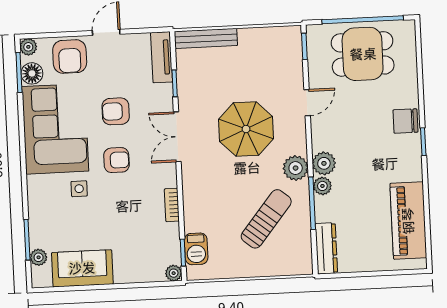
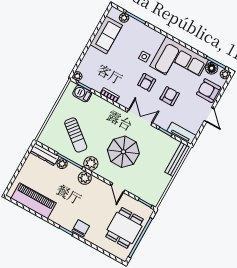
plant: (322, 186) -> (62, 164), moved

